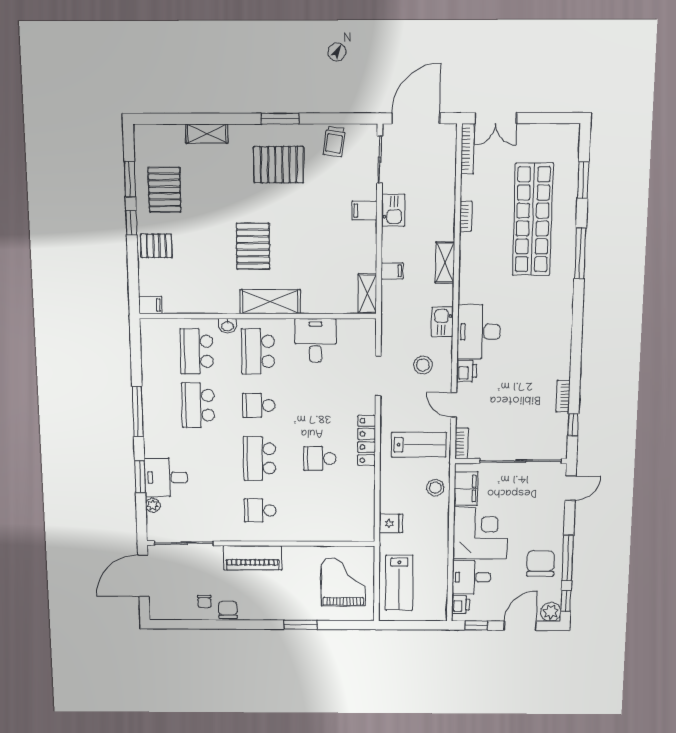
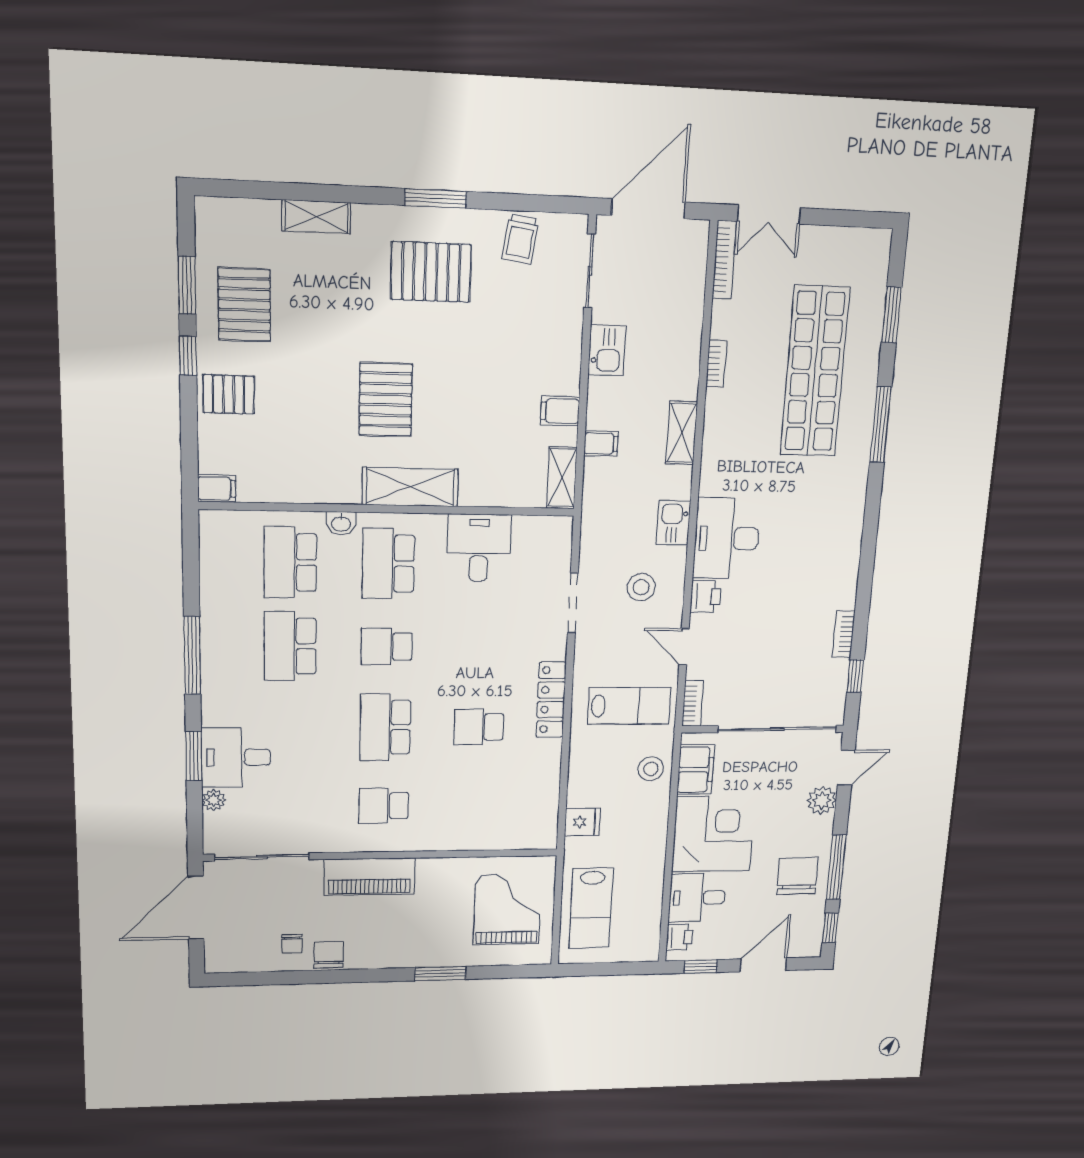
filing cabinet: (364, 211) -> (560, 411), moved
plant: (551, 612) -> (822, 800), moved

